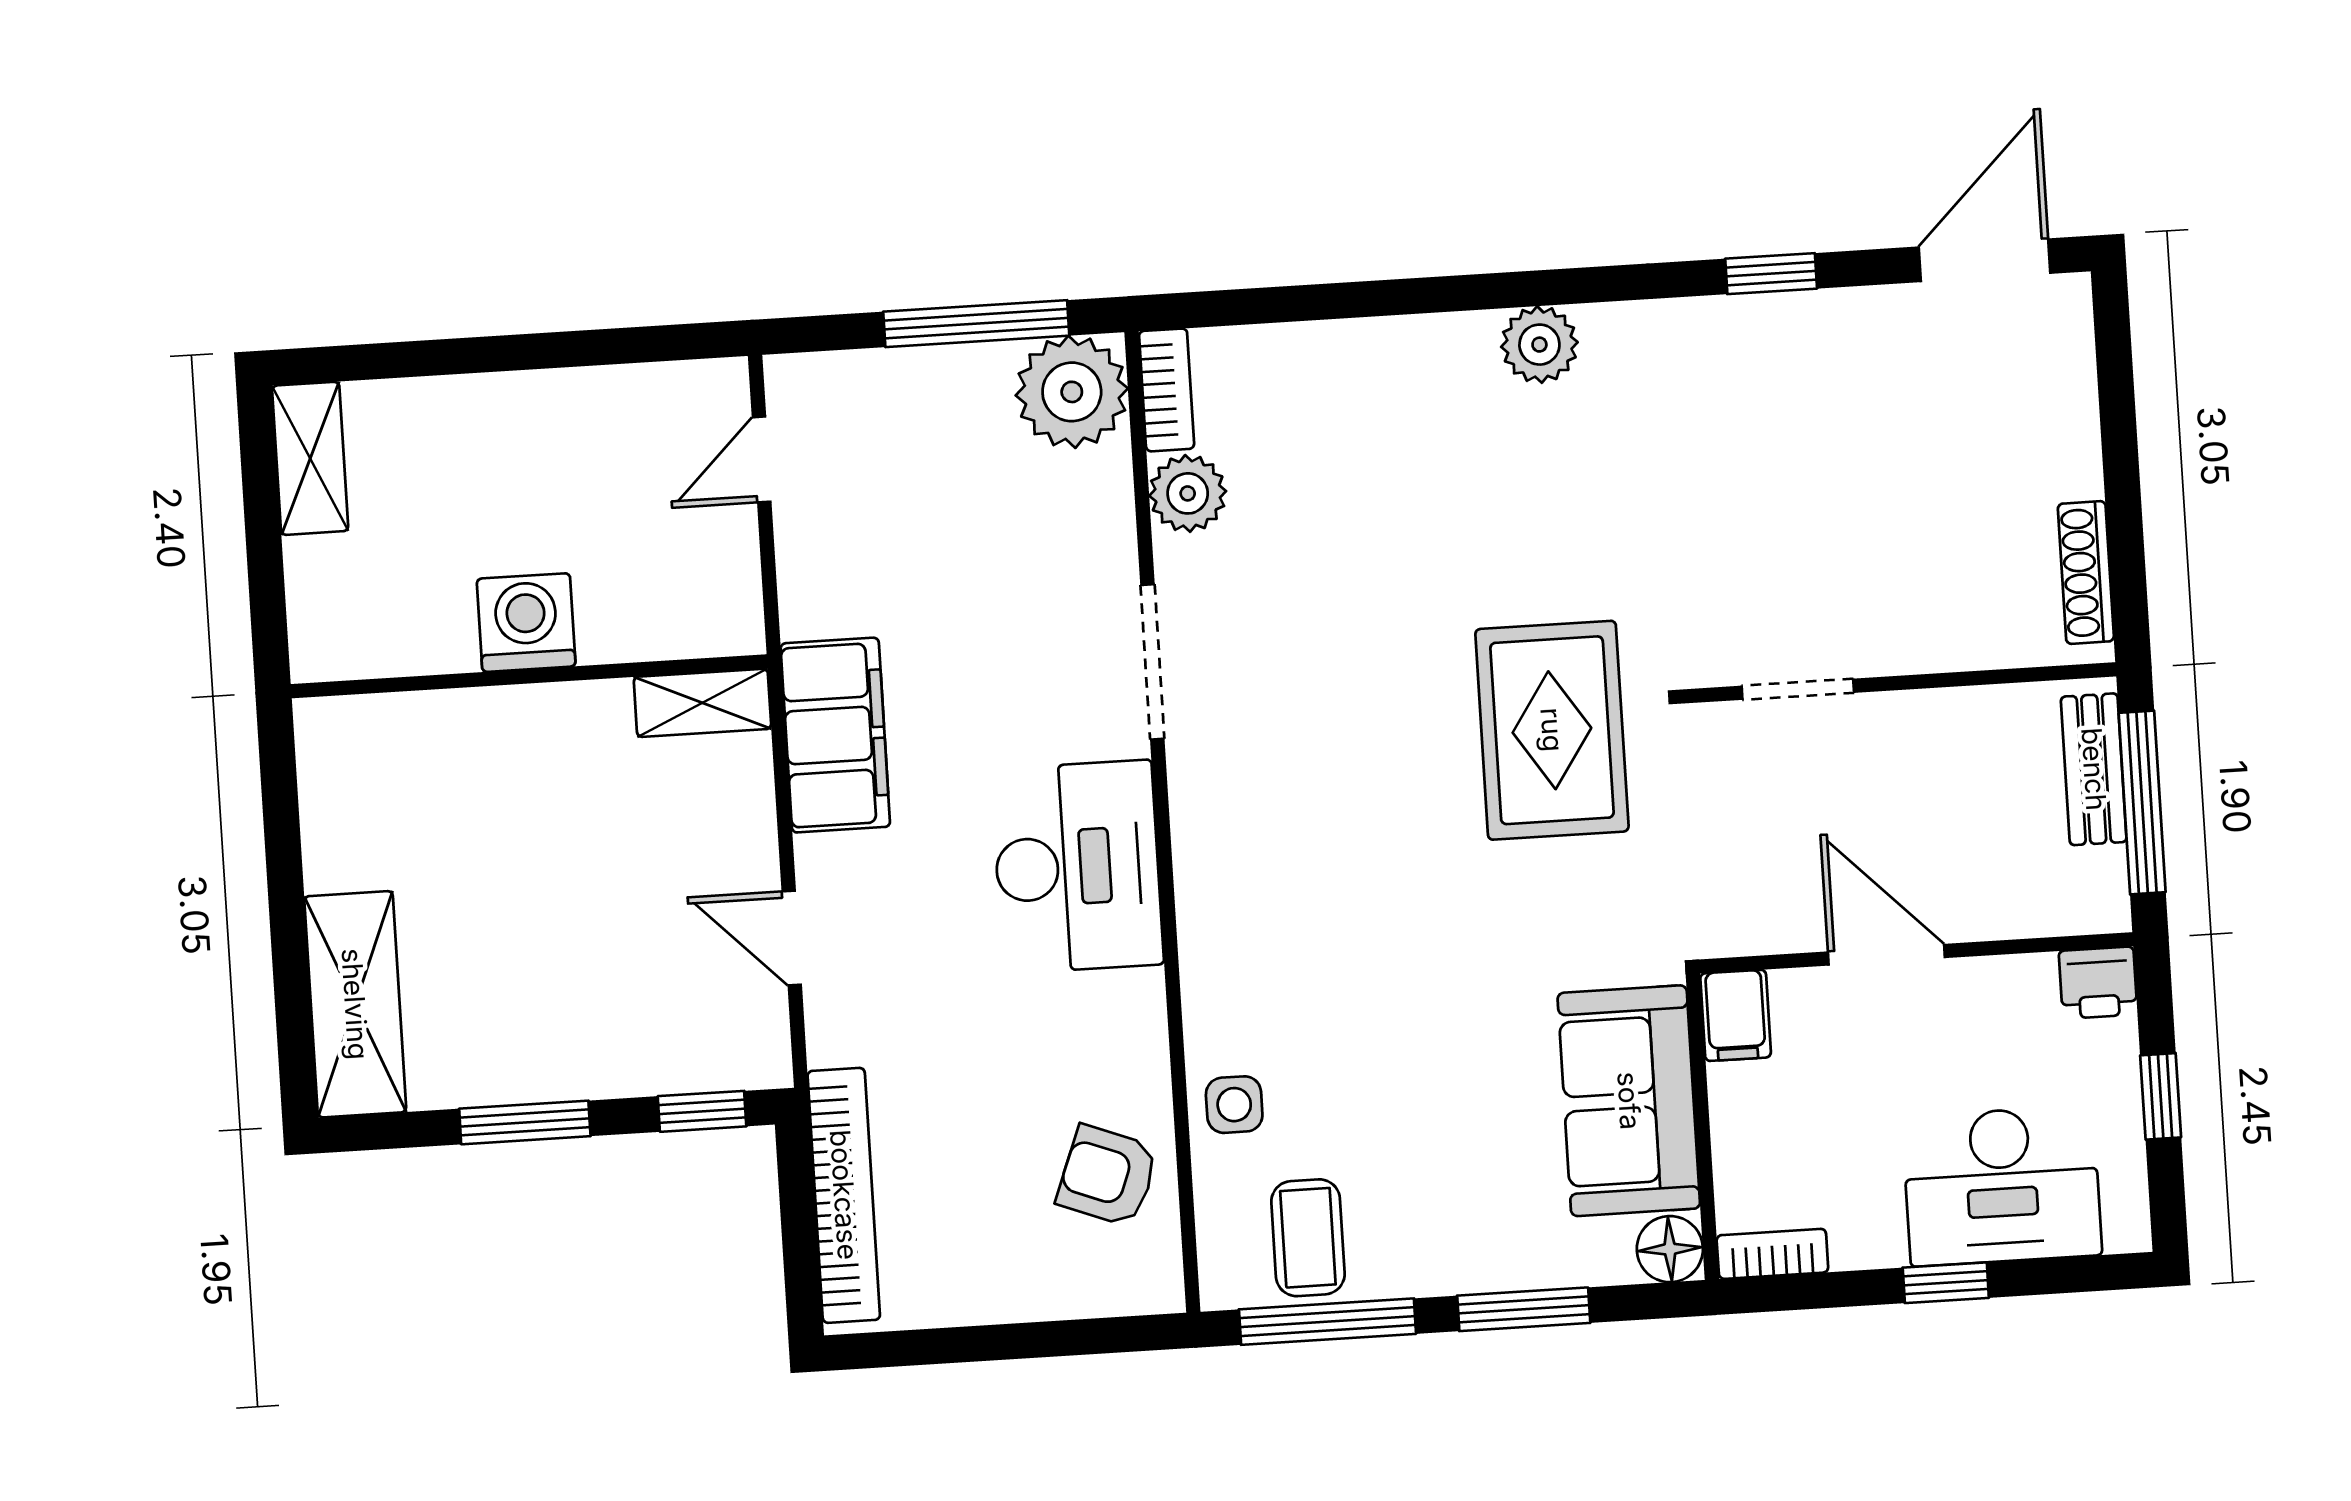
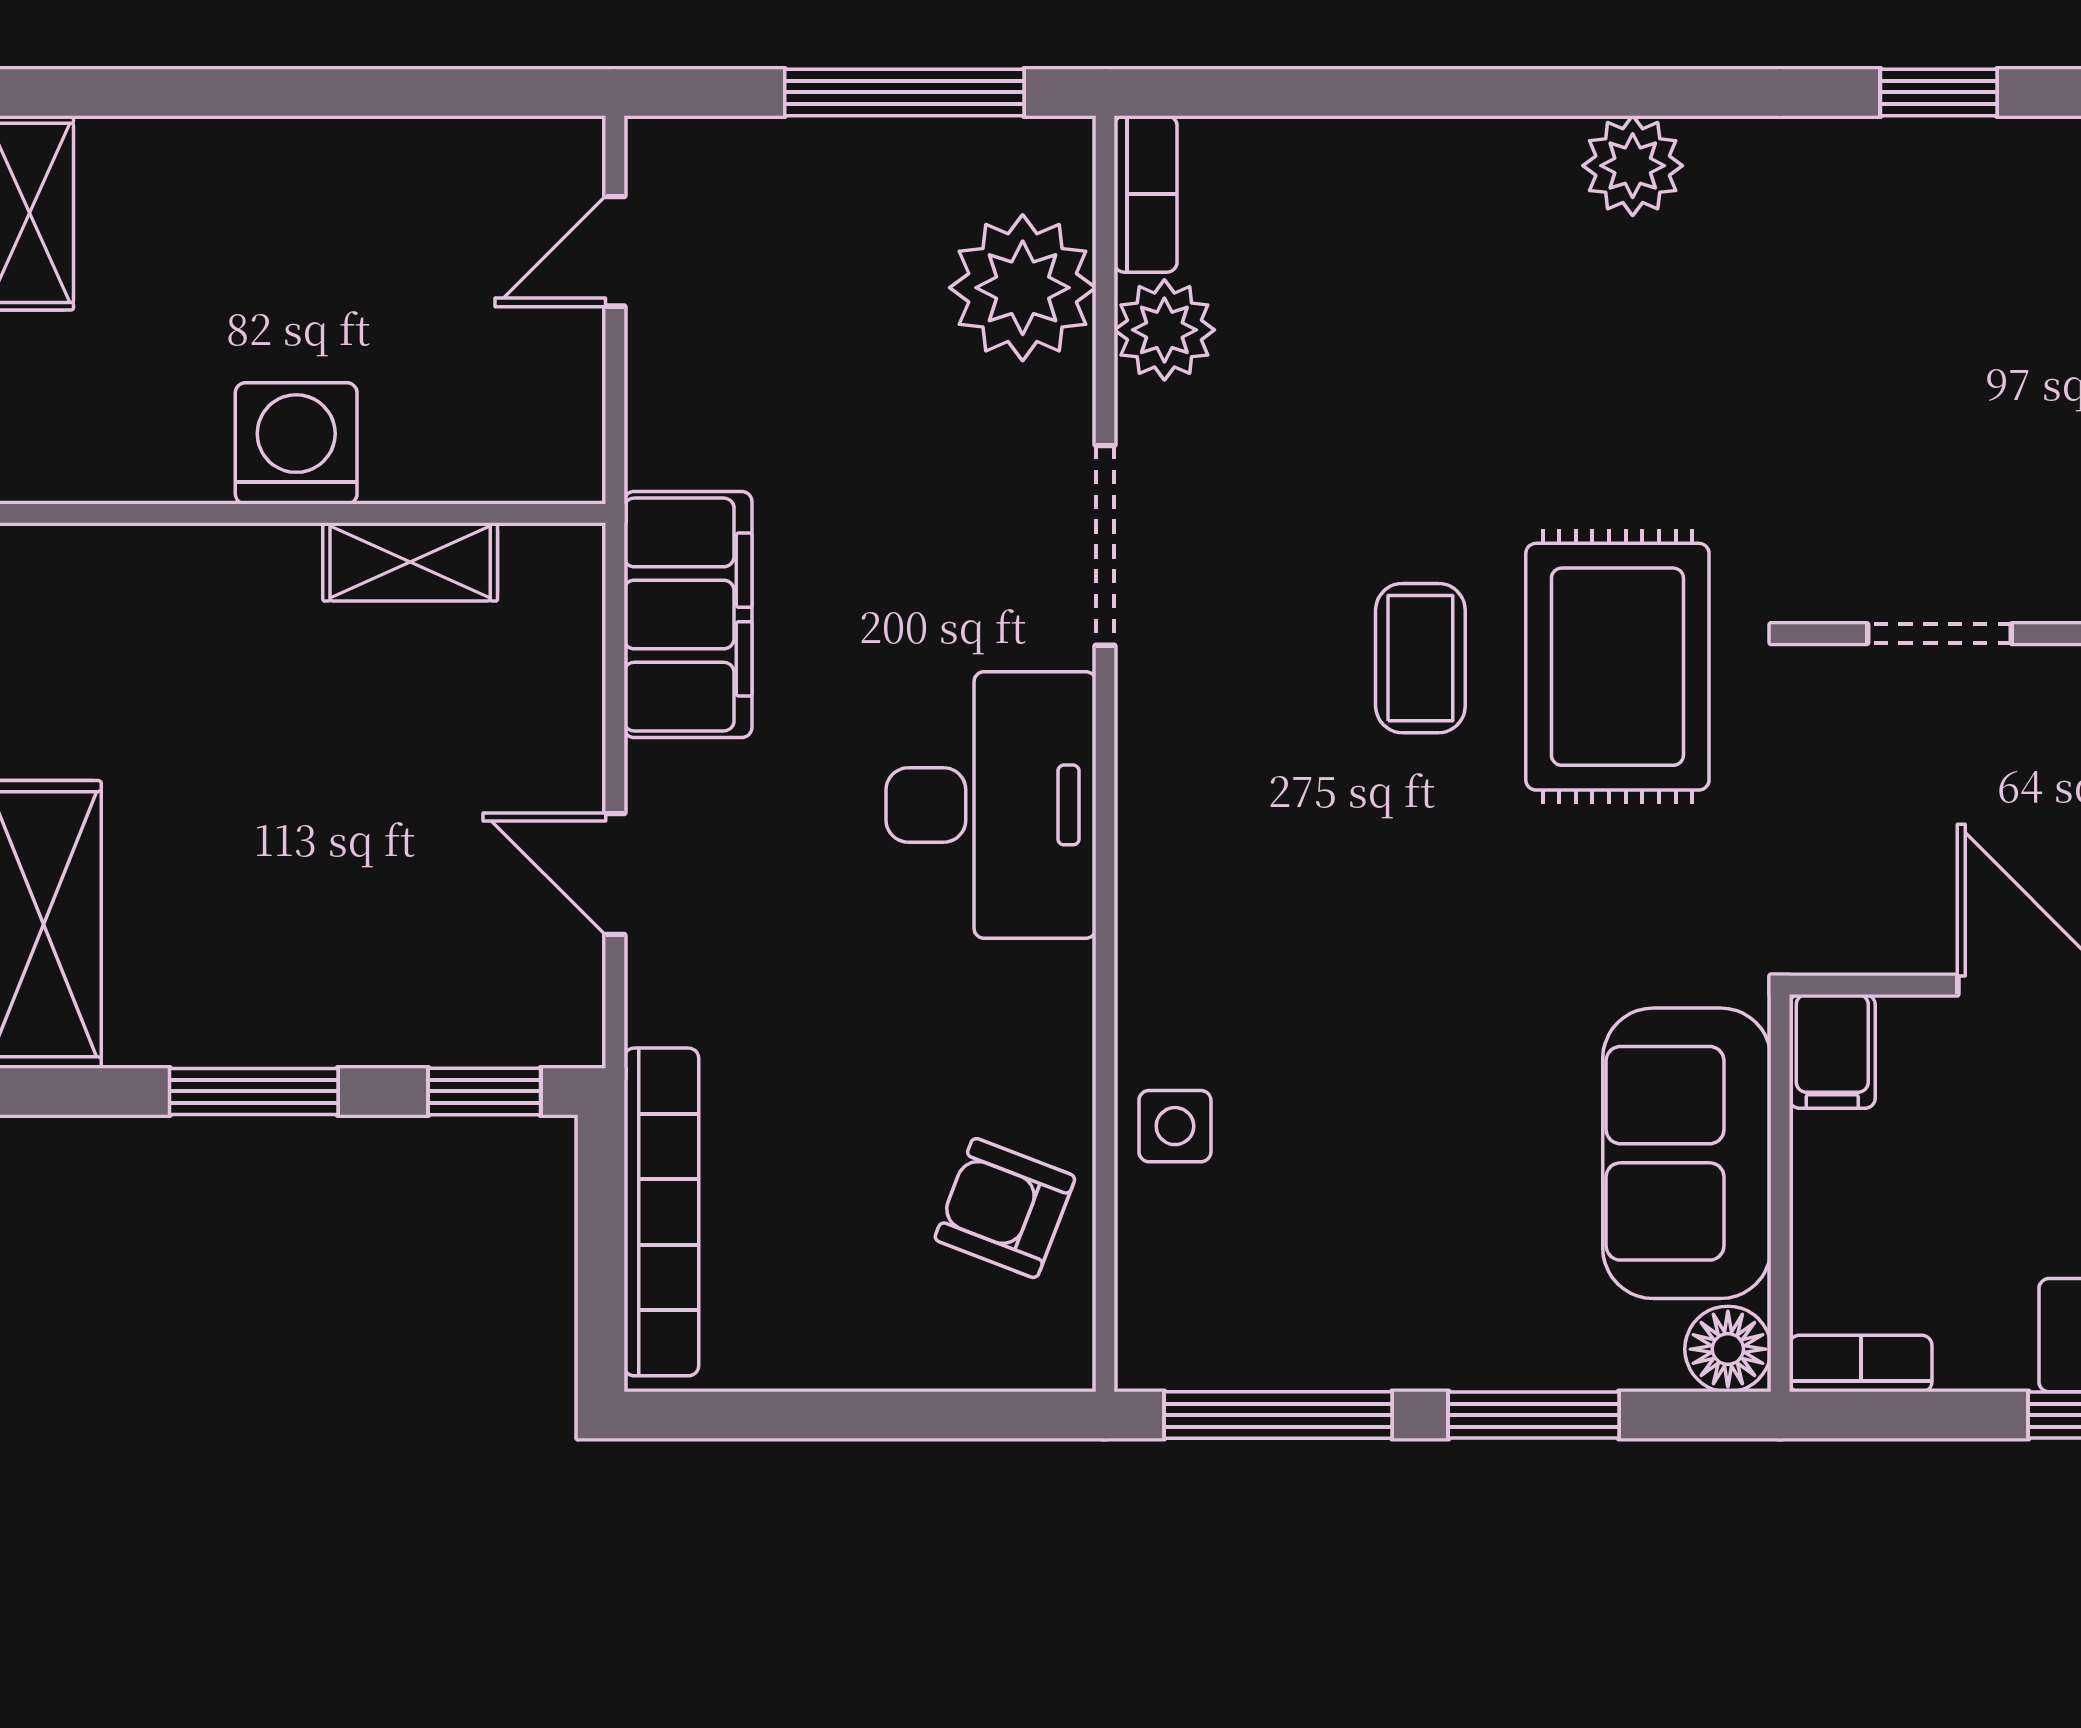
plant: (1072, 392) -> (1023, 288), moved
shelving: (702, 703) -> (410, 562), moved
coffee table: (1308, 1238) -> (1420, 658), moved

